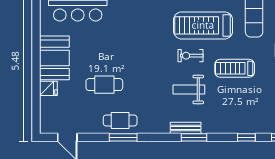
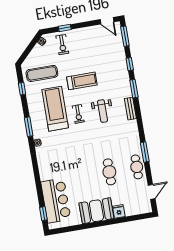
treadmill: (203, 25) -> (55, 109), turned 180
treadmill: (235, 68) -> (82, 81), turned -90
cafe table: (120, 120) -> (137, 167), moved
window: (194, 137) -> (134, 89), moved

